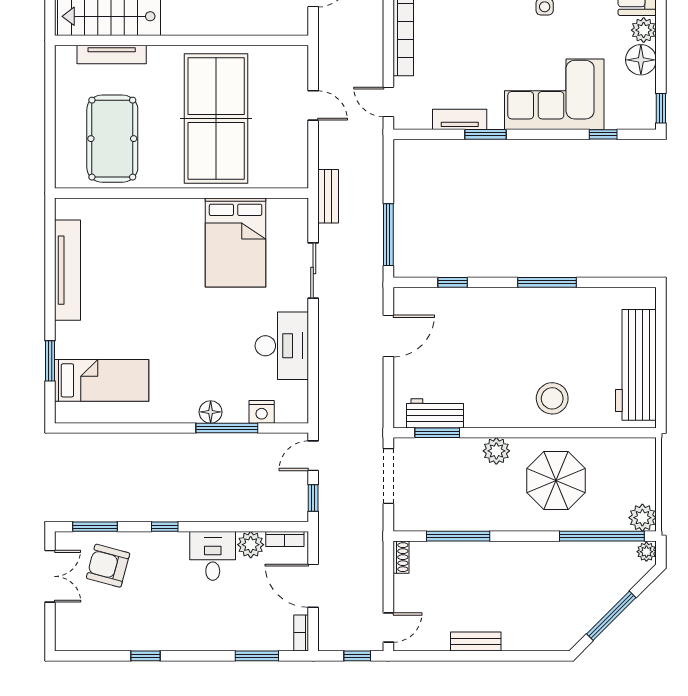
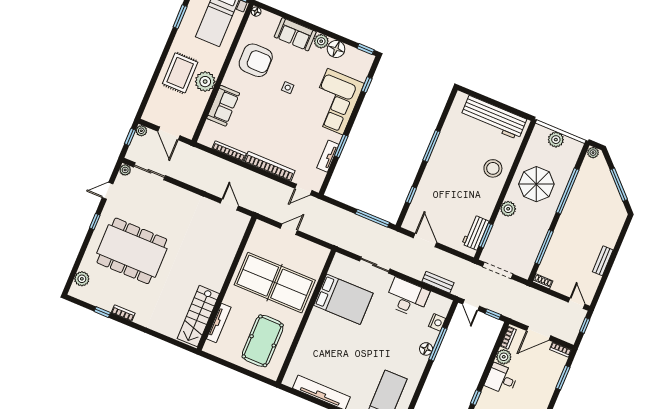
pool table: (112, 139) -> (263, 341), turned 90
bench: (328, 196) -> (438, 282), moved
plant: (642, 518) -> (556, 140), moved
window: (602, 536) -> (567, 191), moved

